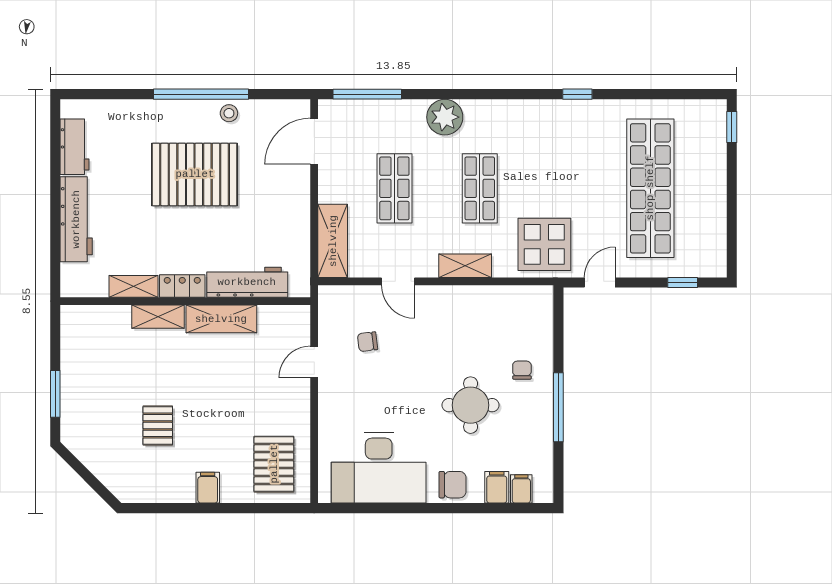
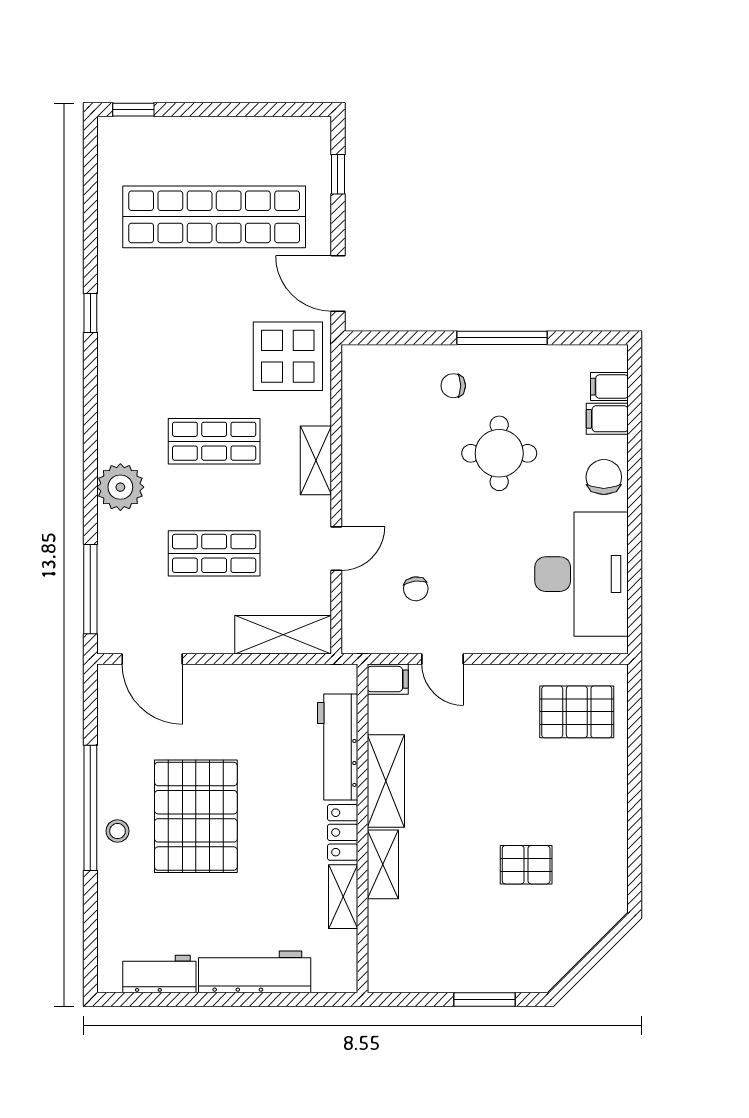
stool: (229, 113) -> (118, 831), moved
door: (600, 283) -> (338, 283), width x1.38
filing cabinet: (208, 488) -> (388, 679), moved, turned 180

